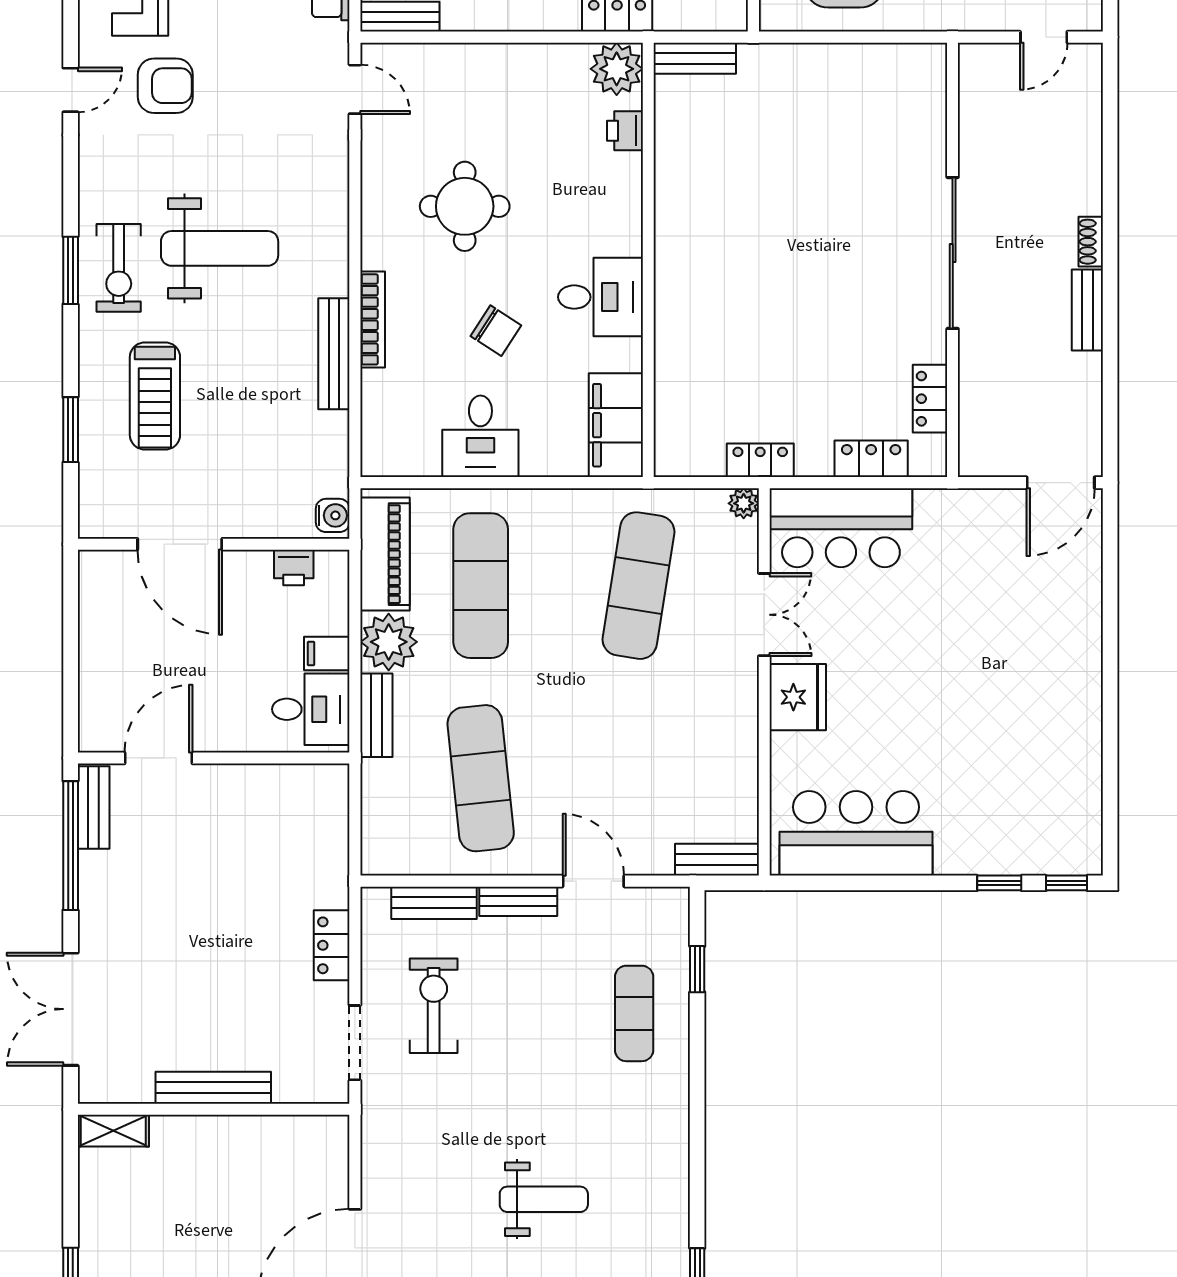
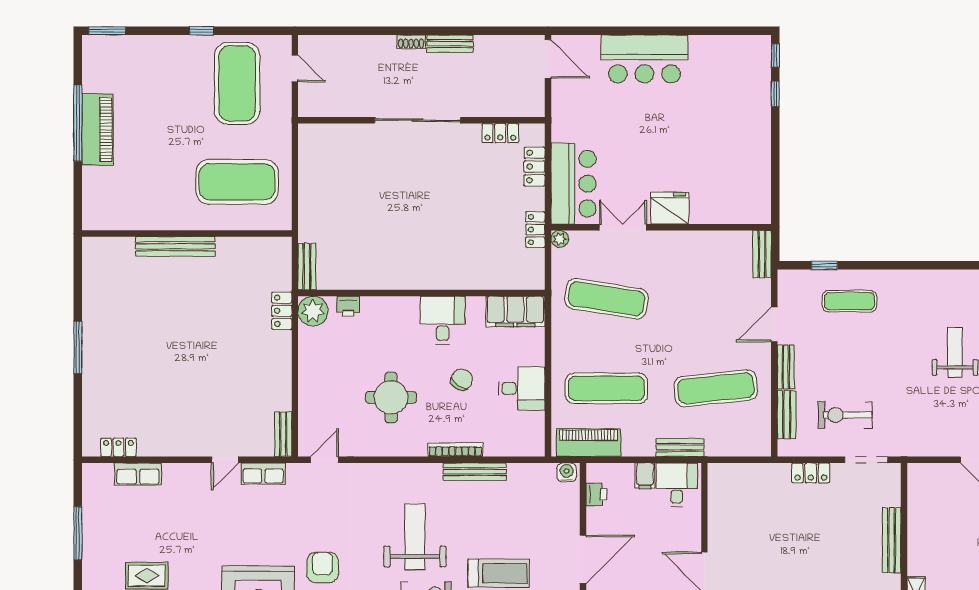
plant: (389, 642) -> (638, 441), removed
bar counter: (856, 833) -> (644, 59), moved, turned -90

